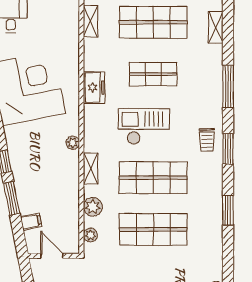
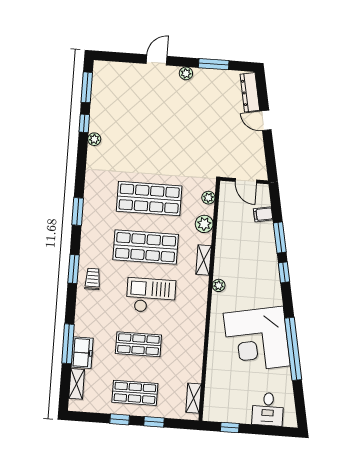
shop shelf: (153, 22) -> (135, 393), width x0.70, depth x0.74
freezer: (94, 87) -> (82, 353), moved, turned 180
window: (228, 87) -> (68, 344), moved
checkout: (144, 127) -> (151, 296), turned 180

